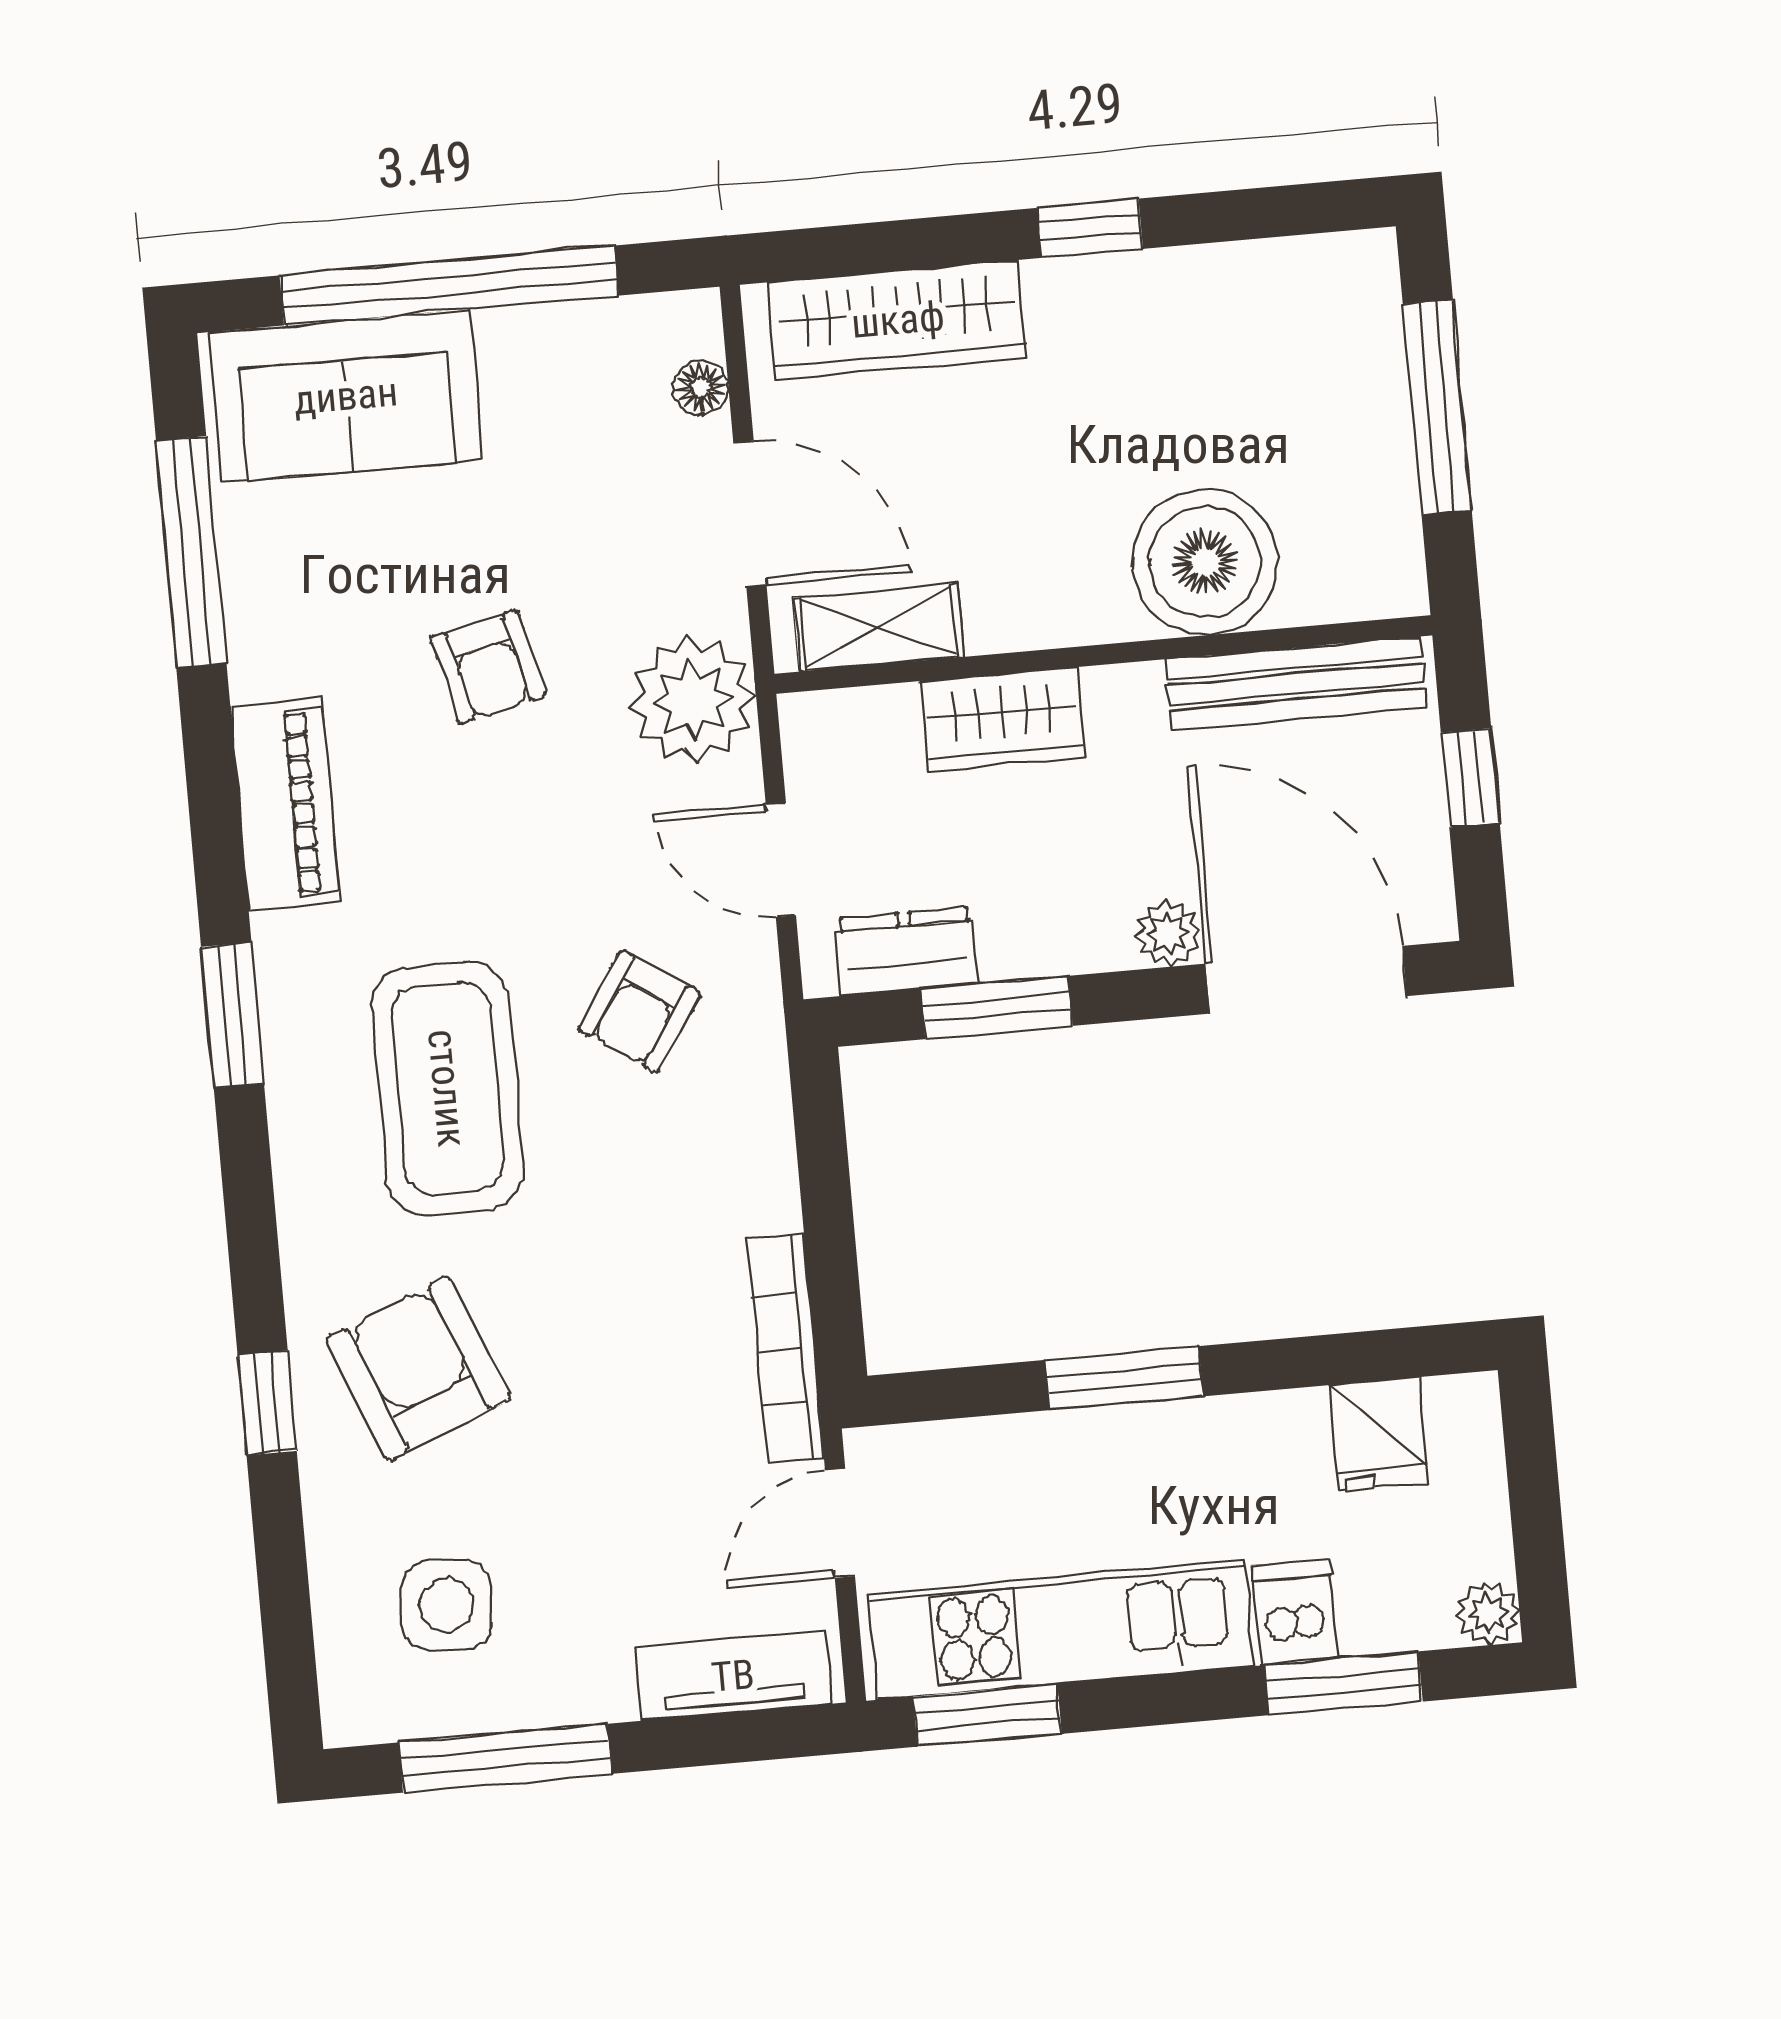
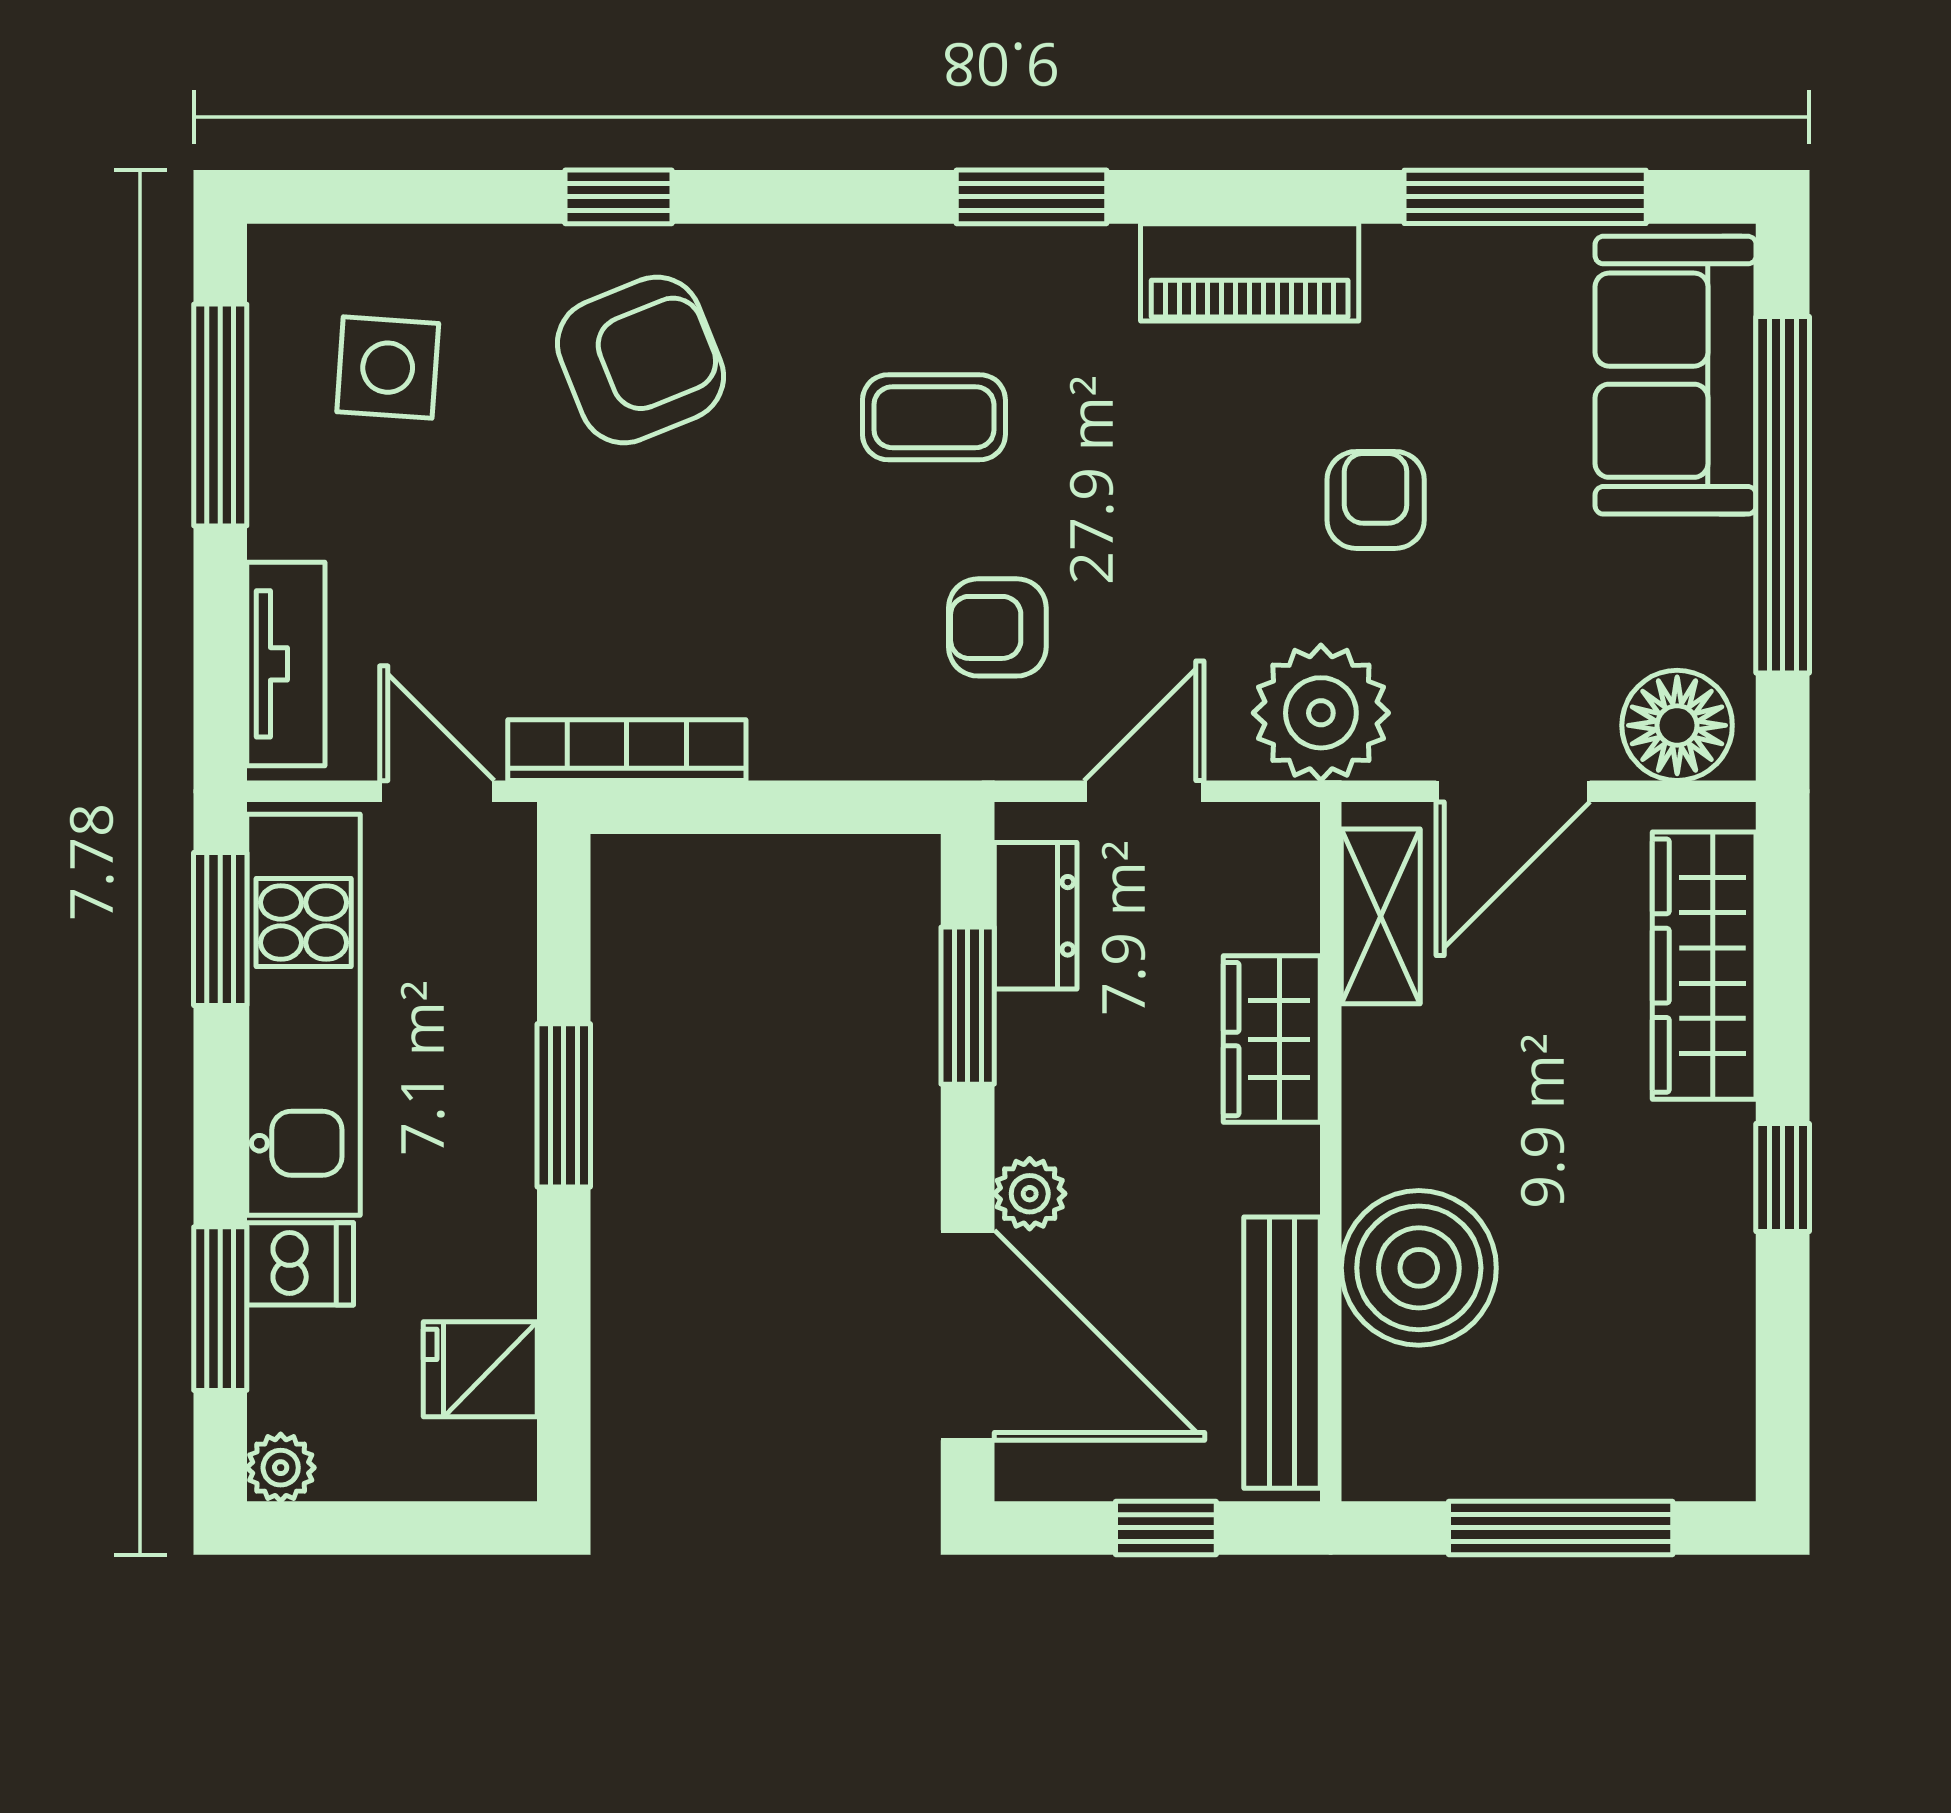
floor lamp: (701, 387) -> (1677, 725), width x1.89, depth x1.89
armchair: (488, 667) -> (1376, 500), turned 103
door: (1306, 980) -> (968, 1335), hinge flipped
armchair: (639, 1011) -> (997, 627), turned -34
coffee table: (447, 1088) -> (934, 417), width x0.54, depth x0.58

